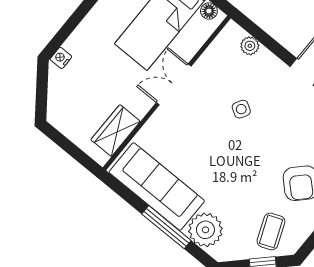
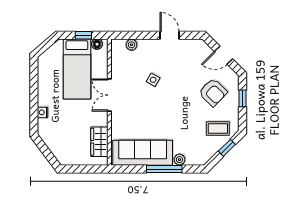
nightstand: (61, 58) -> (43, 112), moved
plant: (205, 230) -> (179, 160), width x0.53, depth x0.53
coffee table: (271, 231) -> (218, 128), turned -68

